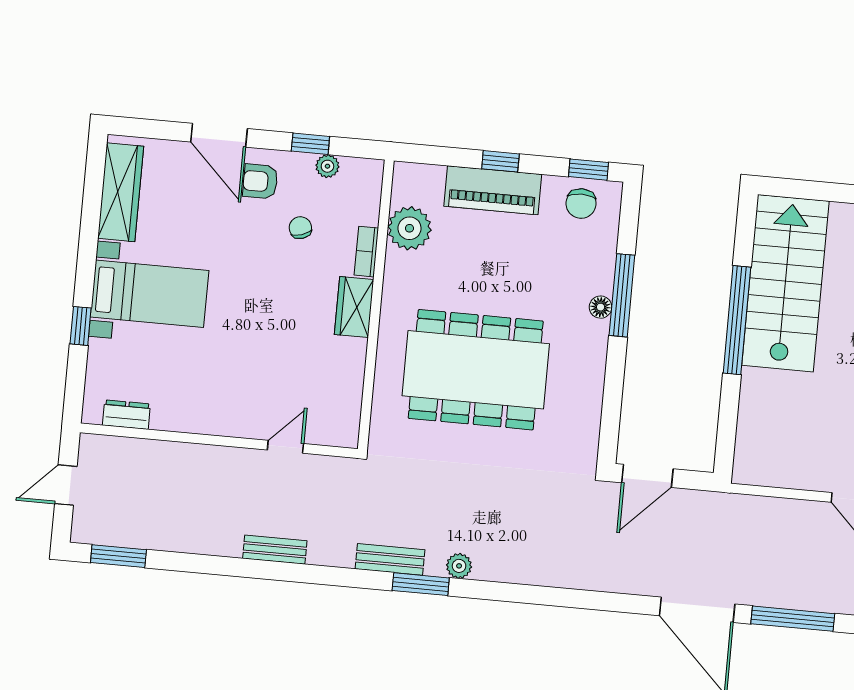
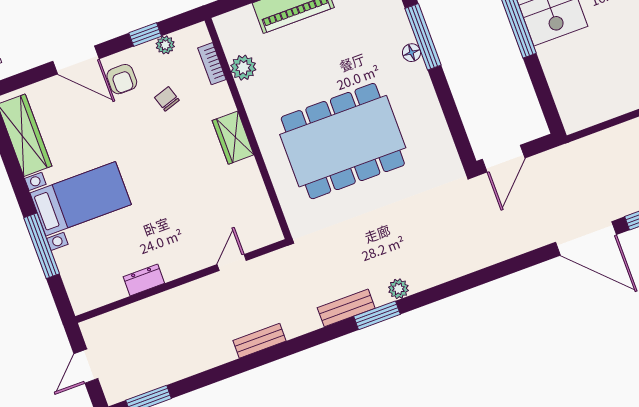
armchair: (260, 181) -> (122, 79), turned -90
plant: (410, 228) -> (243, 68), width x0.73, depth x0.73
bookcase: (366, 252) -> (212, 64), moved
window: (81, 326) -> (42, 246), width x2.17
dresser: (126, 415) -> (144, 280), moved

